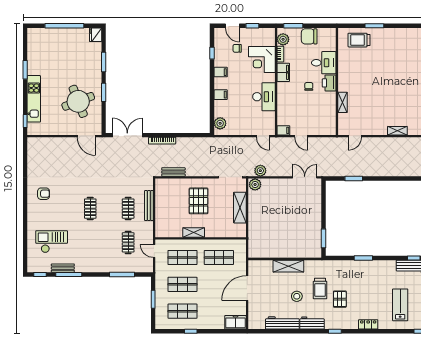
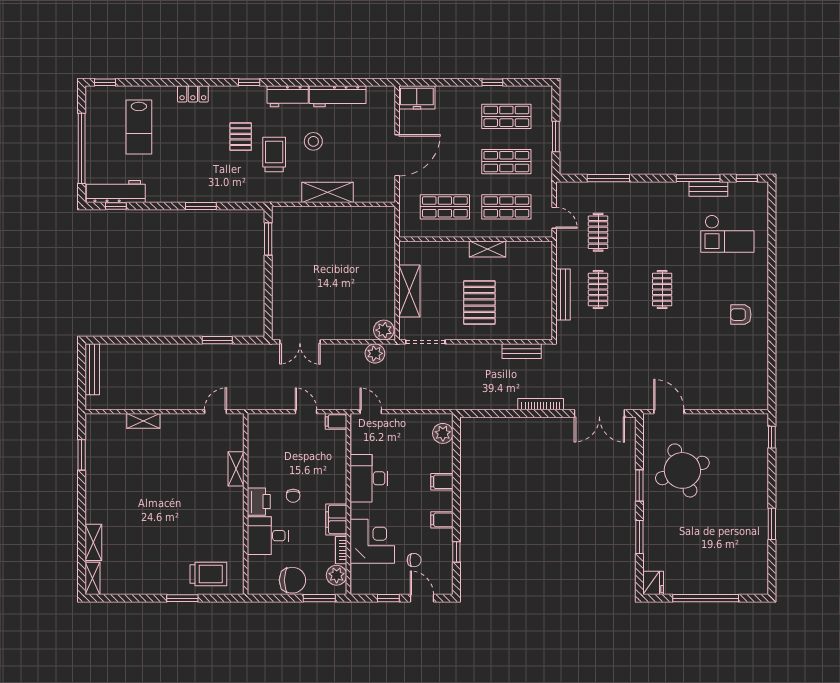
kitchen unit: (34, 99) -> (757, 475), removed

